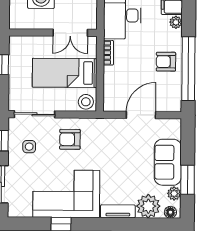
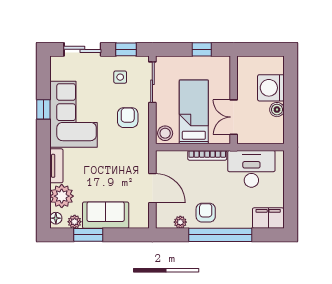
plant: (176, 22) -> (180, 222), moved
bookcase: (108, 53) -> (207, 155), width x1.56
window: (188, 69) -> (220, 235), moved

